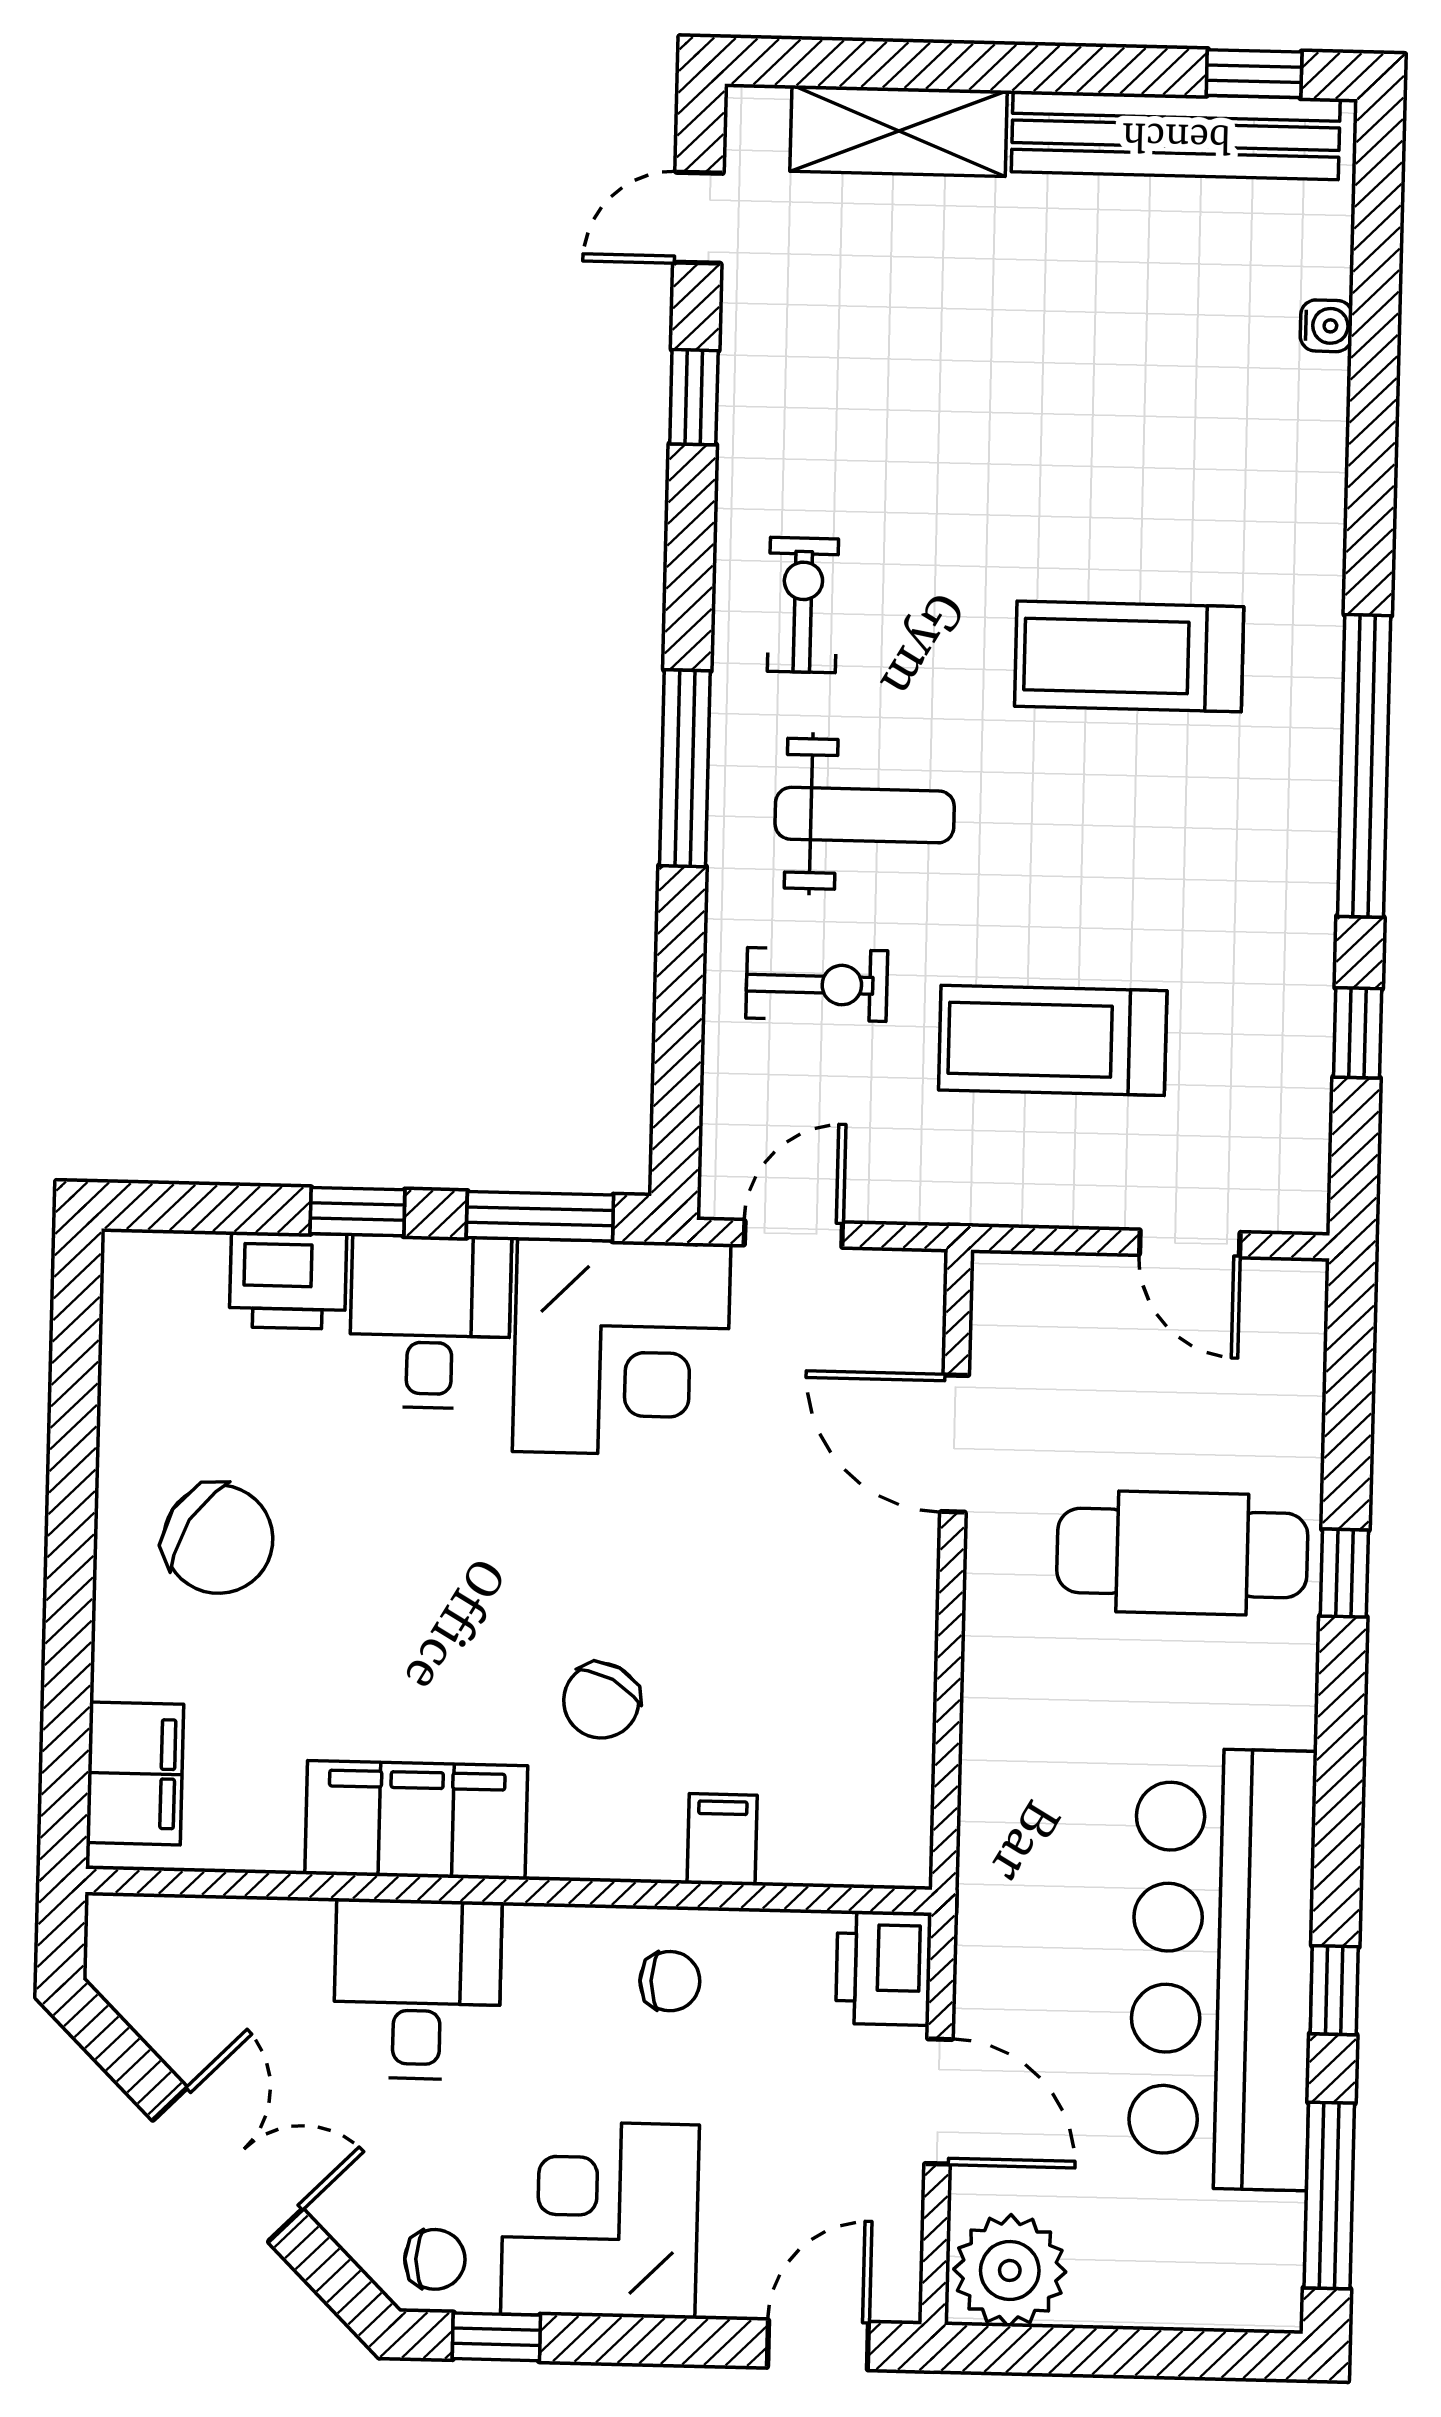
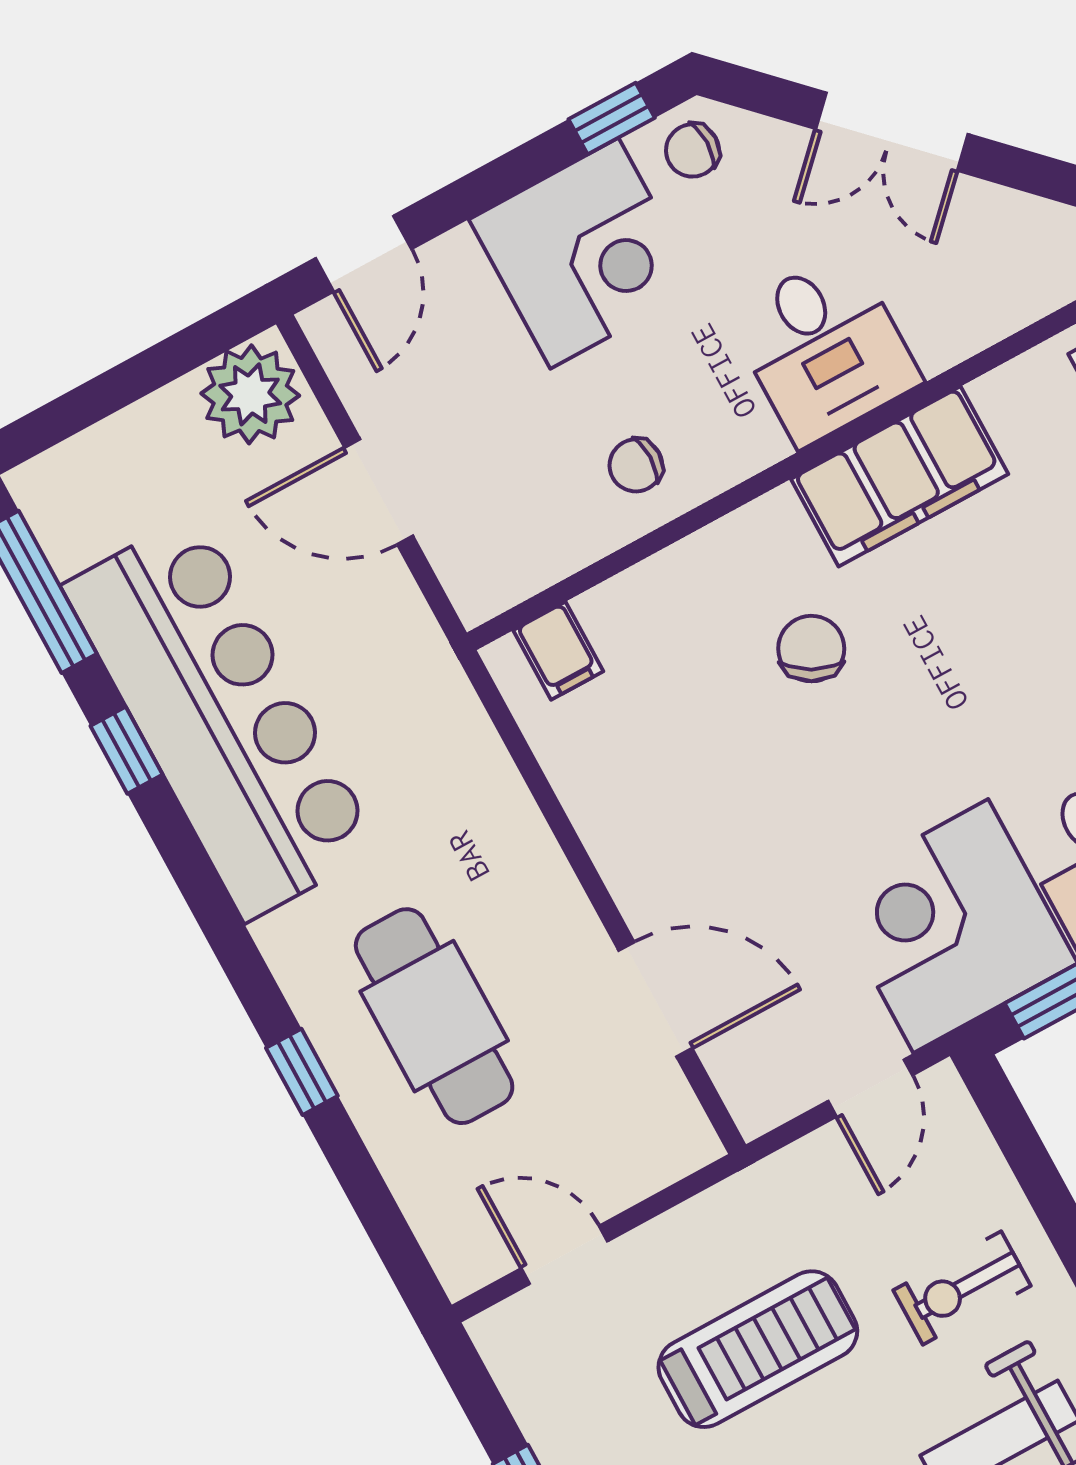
cafe table: (1182, 1553) -> (434, 1016), turned 90
filing cabinet: (722, 1839) -> (558, 651), moved
printer: (884, 1968) -> (479, 569), removed

